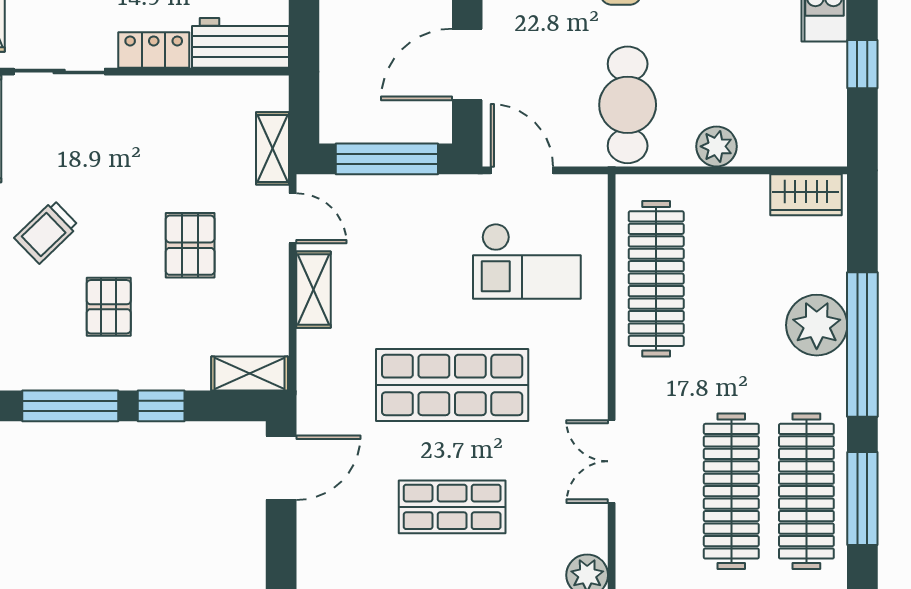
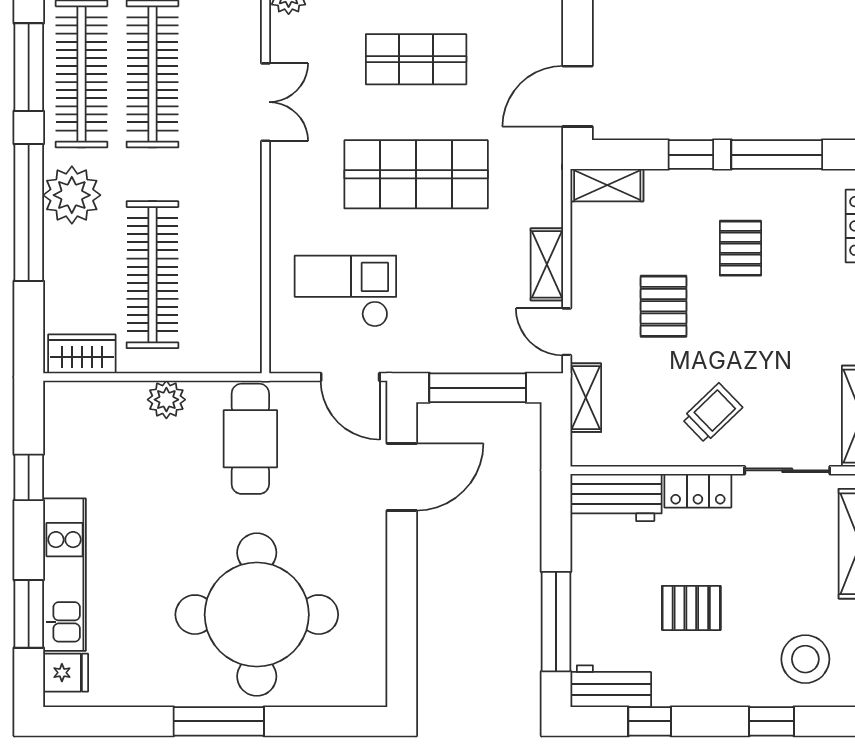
trolley: (46, 232) -> (712, 413), moved
clothes rail: (656, 279) -> (152, 275), moved
plant: (817, 325) -> (72, 195), moved

